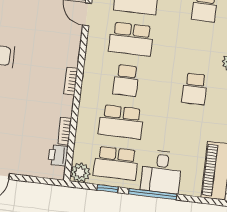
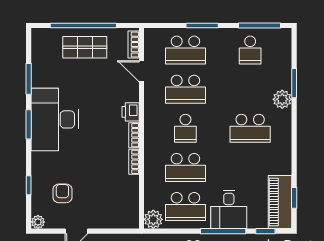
school desk: (195, 89) -> (250, 128), width x1.85
bookcase: (65, 131) -> (134, 162), moved
printer: (58, 155) -> (131, 112), moved
window: (107, 189) -> (265, 231), moved

